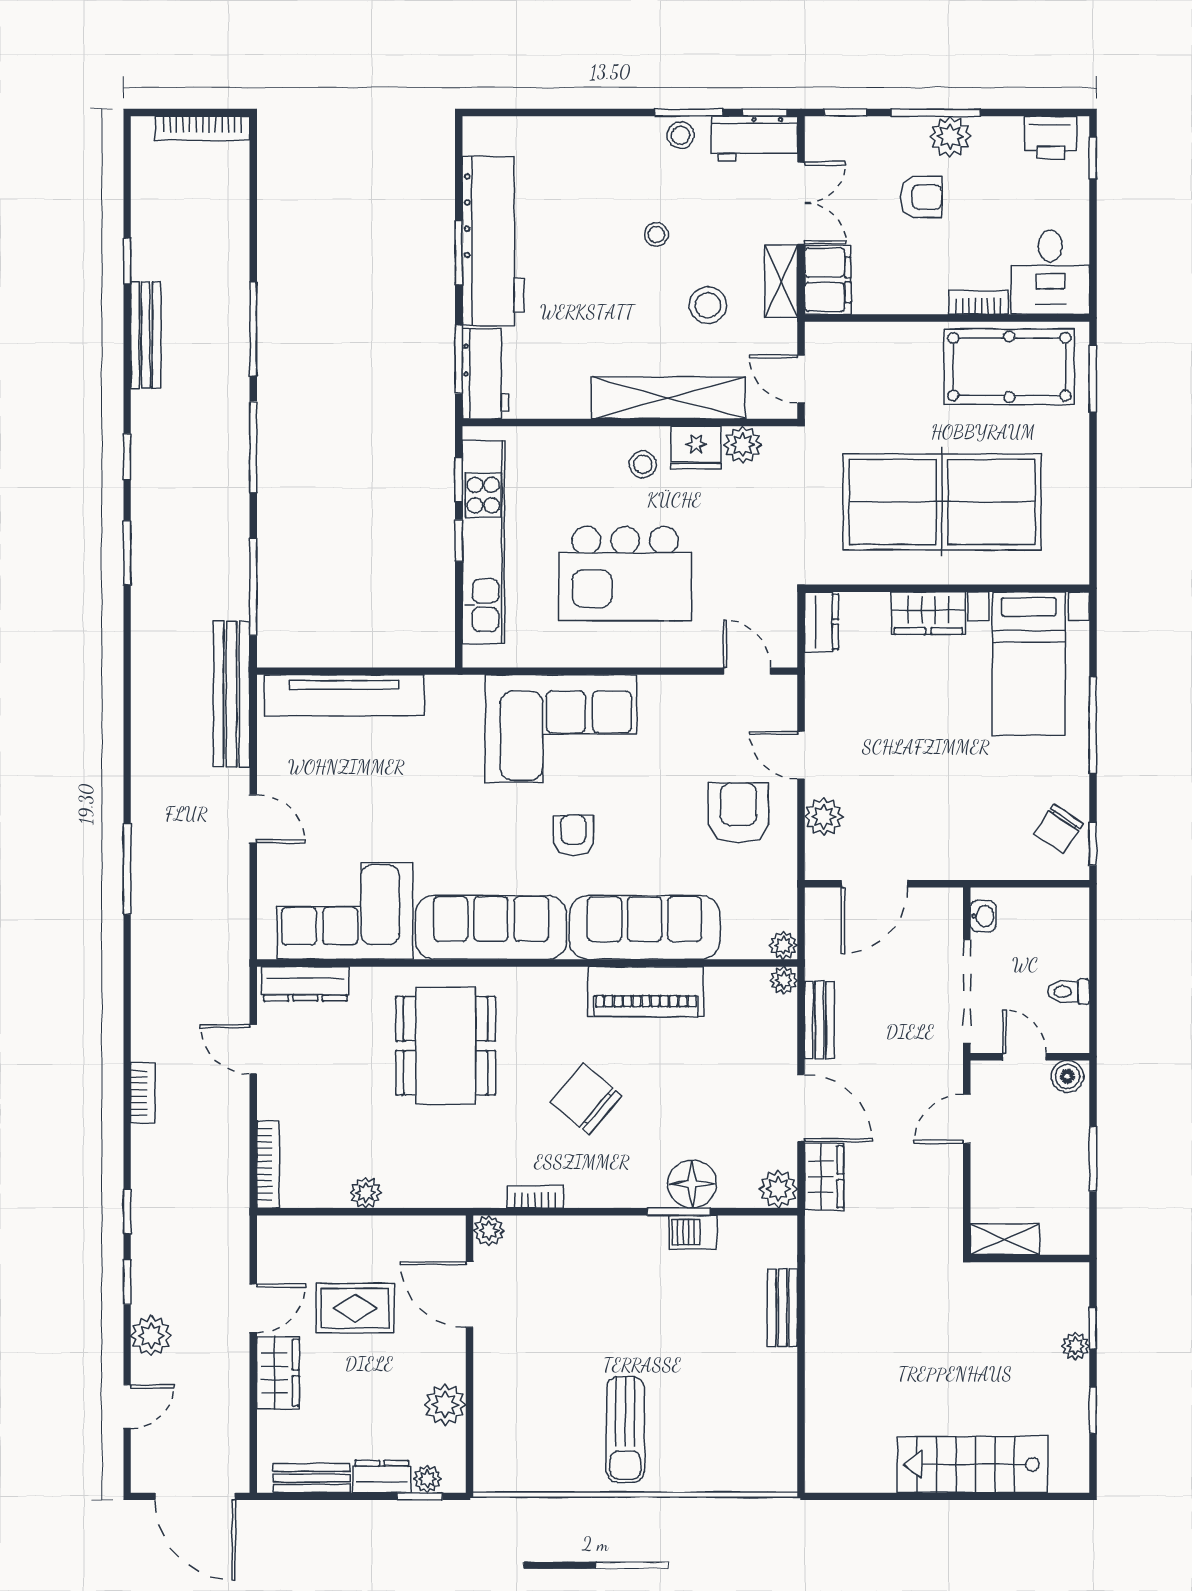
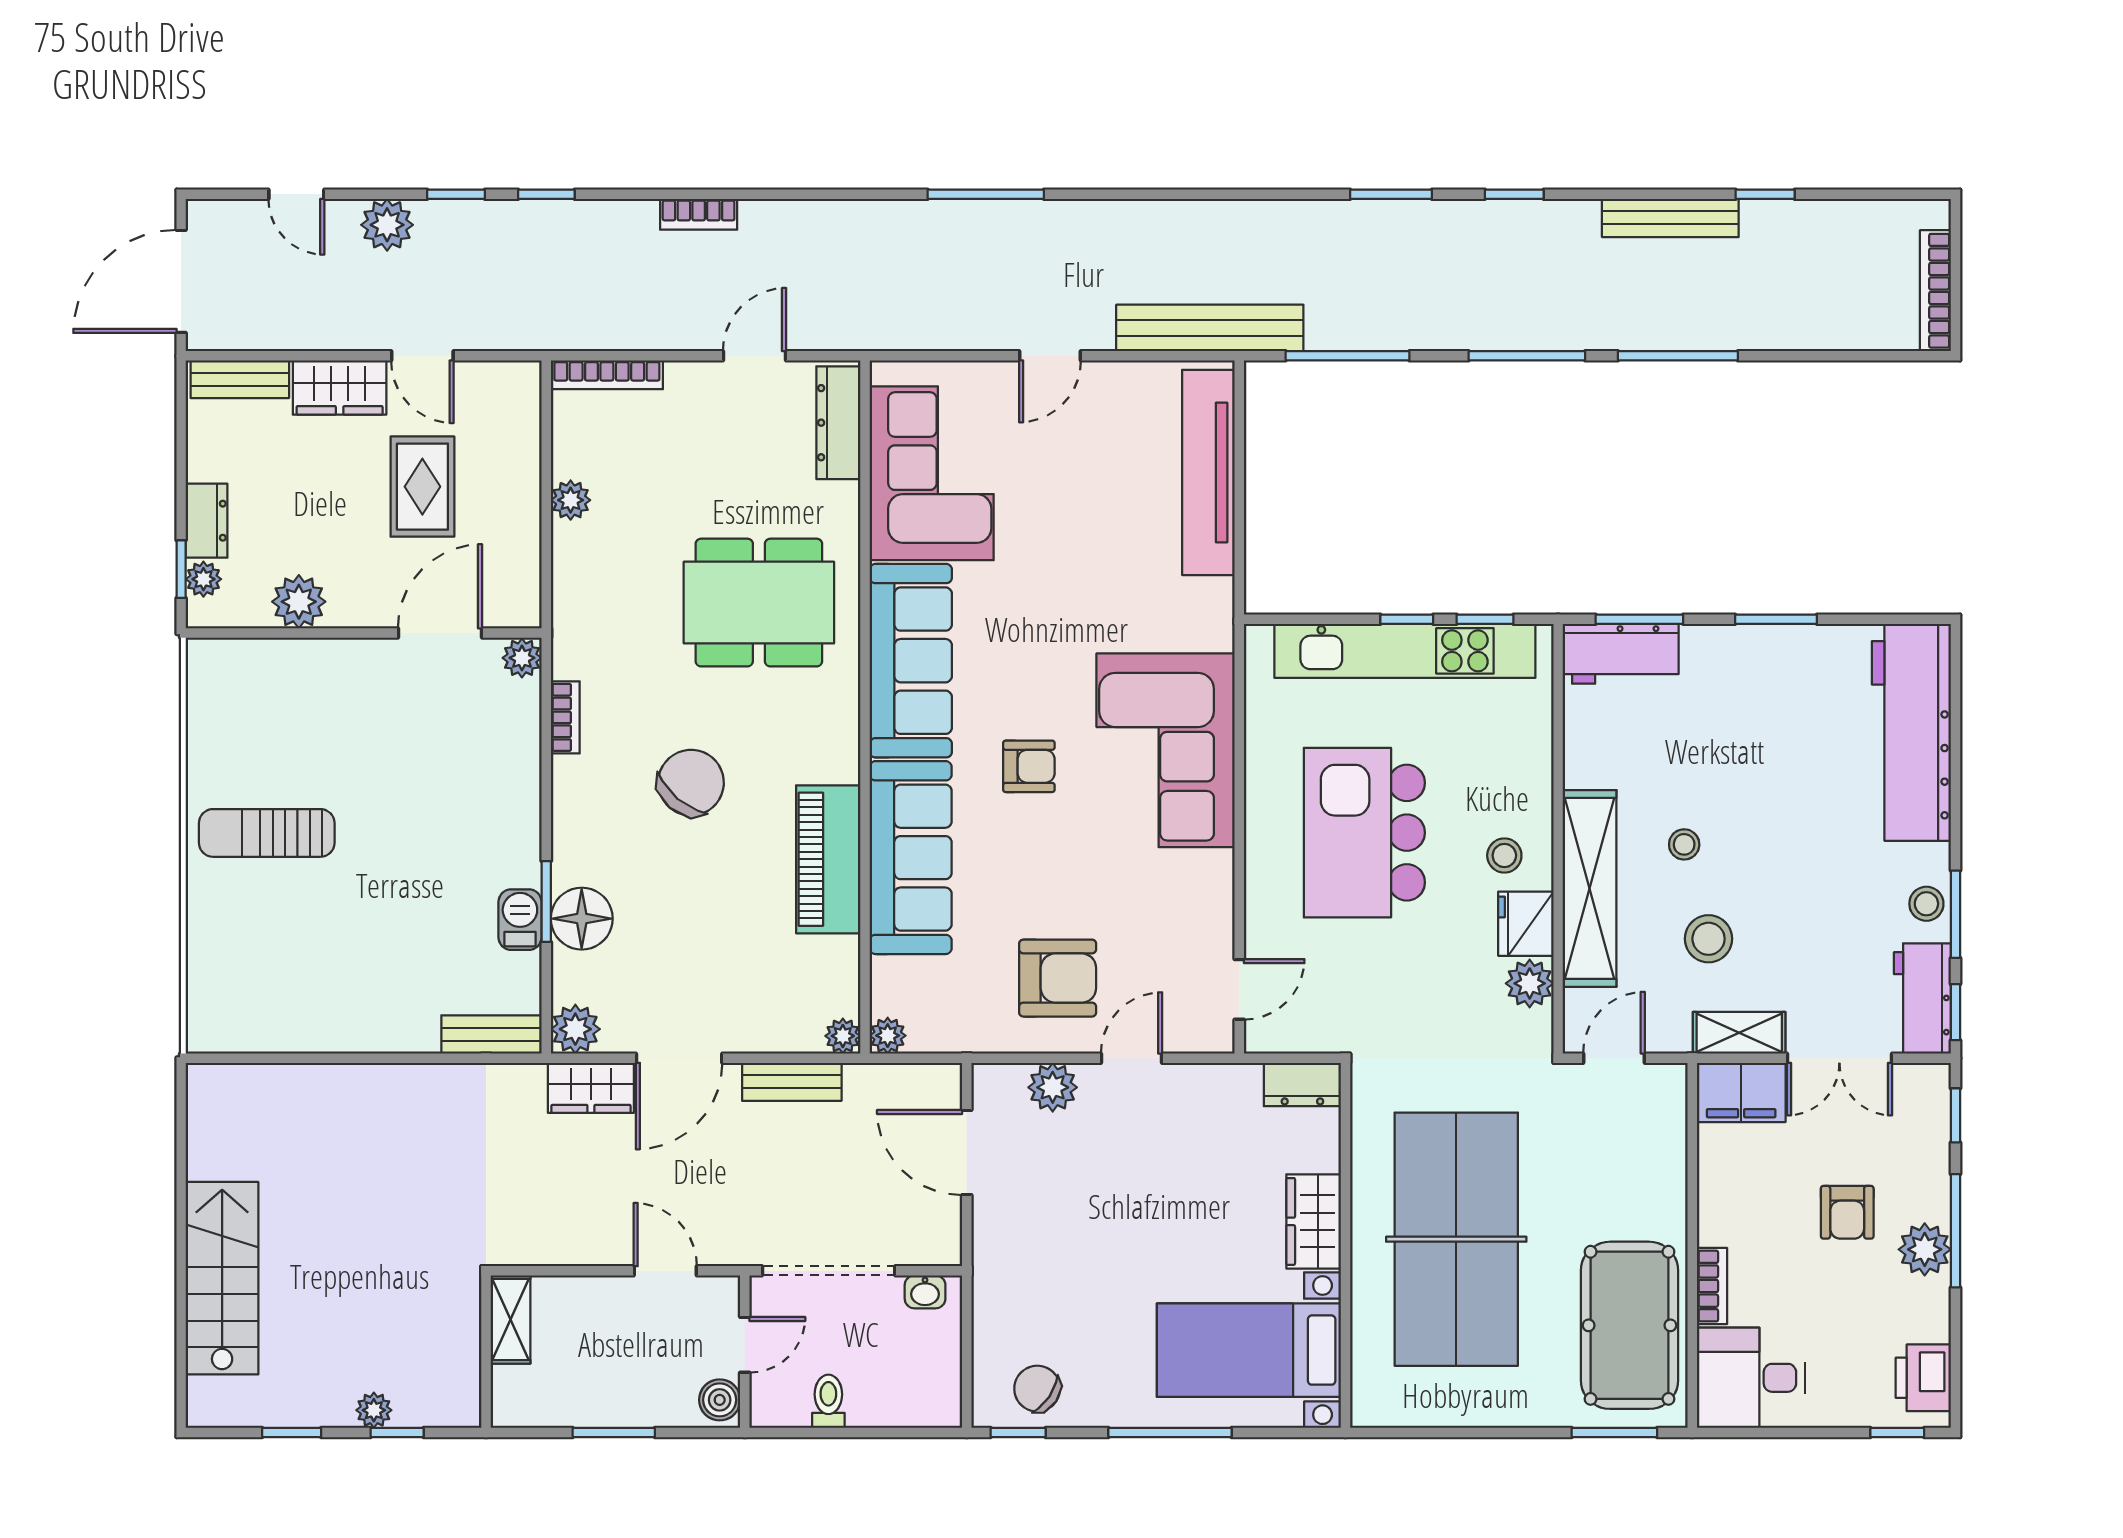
stool: (656, 234) -> (1684, 844), moved
workbench: (493, 241) -> (1911, 732), moved, turned 90
bench: (782, 1308) -> (491, 1034), moved
bench: (312, 1478) -> (240, 379), moved, turned 90

